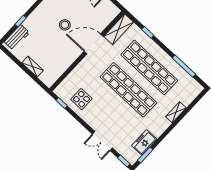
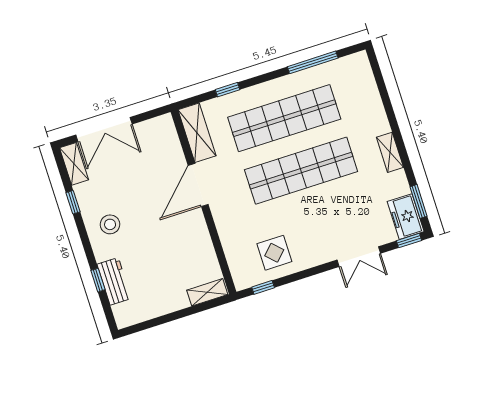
stool: (65, 25) -> (110, 224), moved
workbench: (17, 37) -> (114, 281), moved
shelving: (33, 67) -> (207, 292), moved
shelving: (176, 112) -> (390, 152), moved
freezer: (144, 142) -> (406, 217), moved

